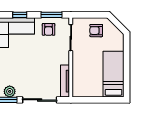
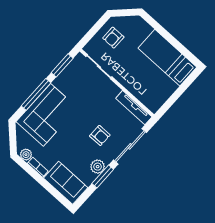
window: (20, 15) -> (36, 94), width x2.17
armchair: (49, 29) -> (100, 135), moved

